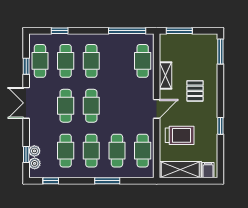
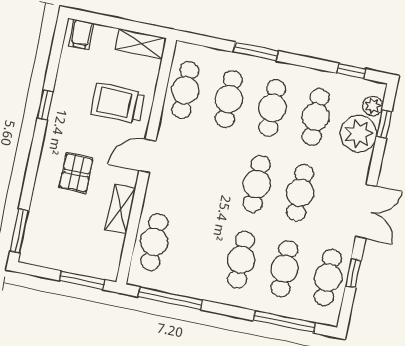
window: (60, 31) -> (284, 322), width x2.17
plant: (34, 151) -> (359, 134), width x1.87, depth x1.87
shelving: (180, 170) -> (141, 44), width x0.67, depth x0.75

